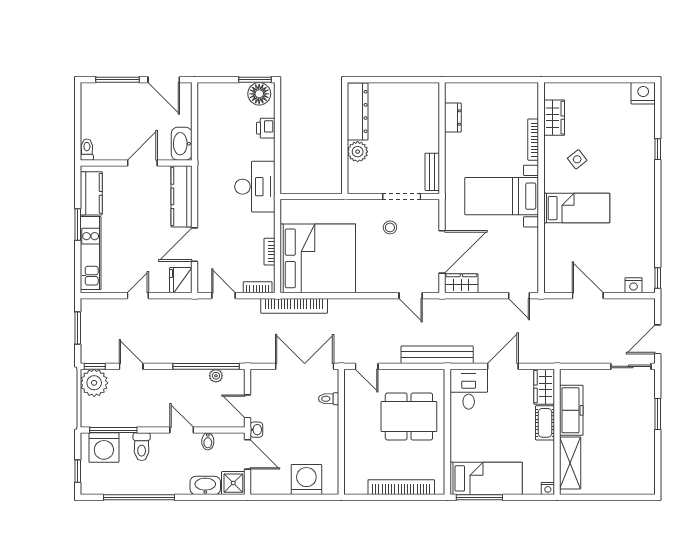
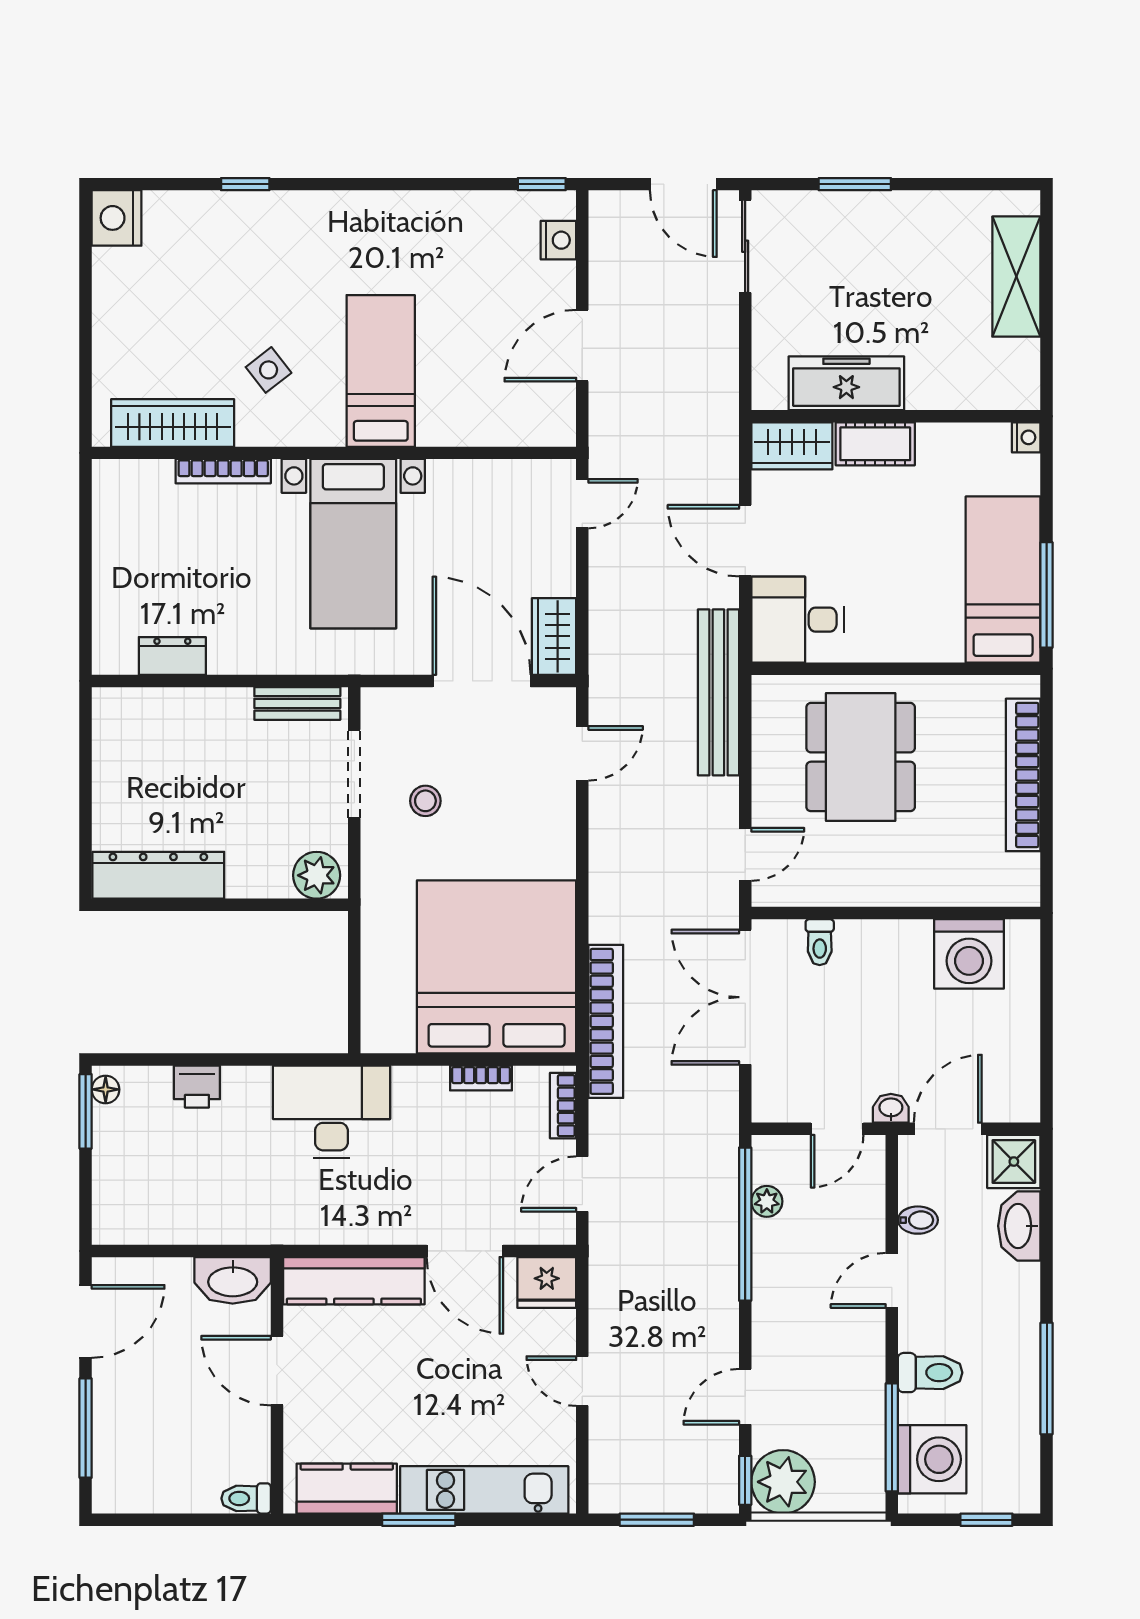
floor lamp: (259, 94) -> (106, 1089), width x0.53, depth x0.53
wardrobe: (554, 118) -> (173, 423), width x1.50
plant: (358, 152) -> (317, 875), moved
shelving: (570, 463) -> (1016, 277), moved, turned 90
washing machine: (306, 479) -> (969, 954), moved, turned -90
window: (139, 497) -> (1047, 1378), width x0.68

